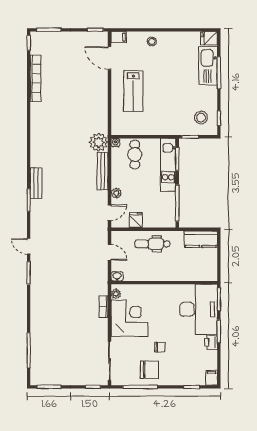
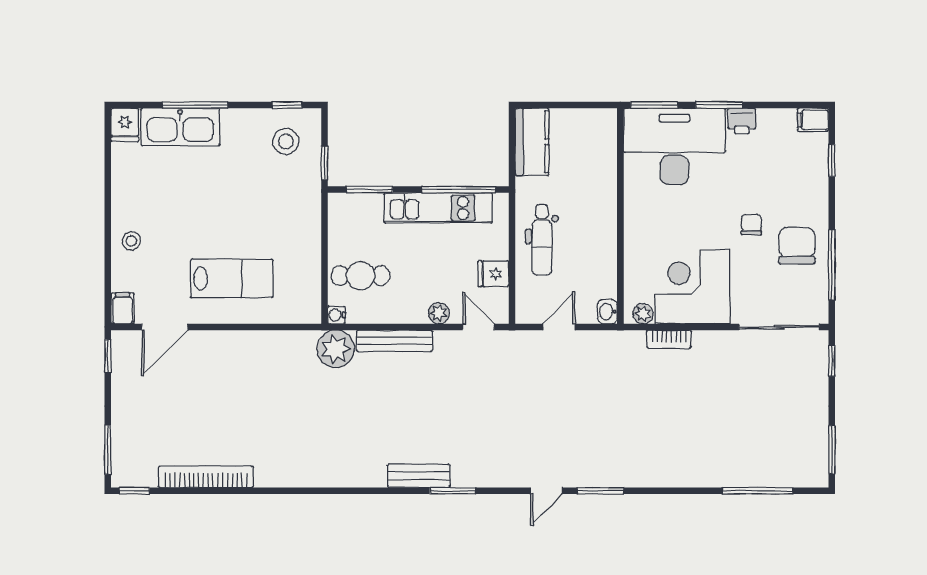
kitchen unit: (168, 165) -> (438, 208), moved

